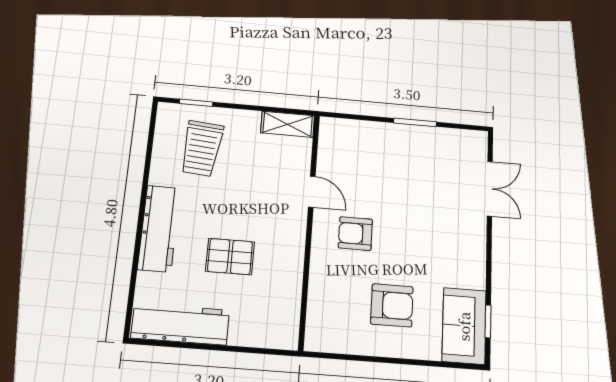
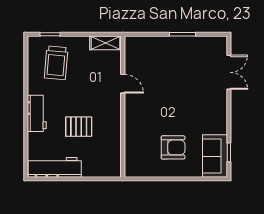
workbench: (159, 228) -> (37, 113), width x0.73
armchair: (355, 234) -> (150, 107), removed

